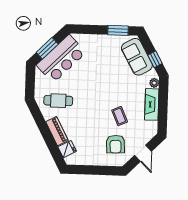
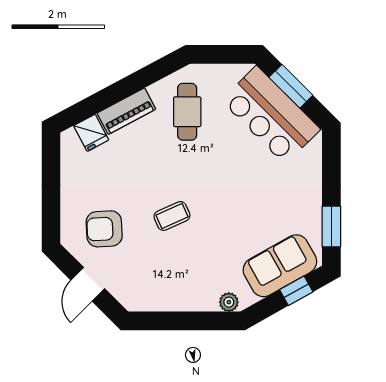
window: (155, 59) -> (296, 291), moved
fireplace: (152, 104) -> (186, 299), removed
coffee table: (120, 116) -> (172, 216), moved
door: (143, 153) -> (88, 284), hinge flipped

